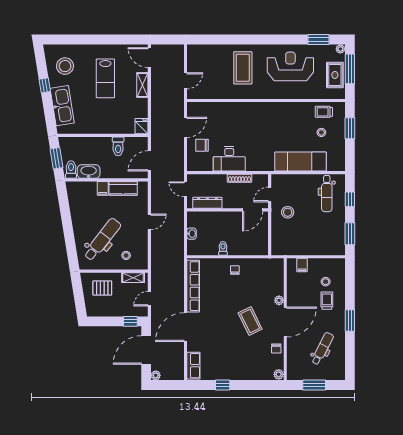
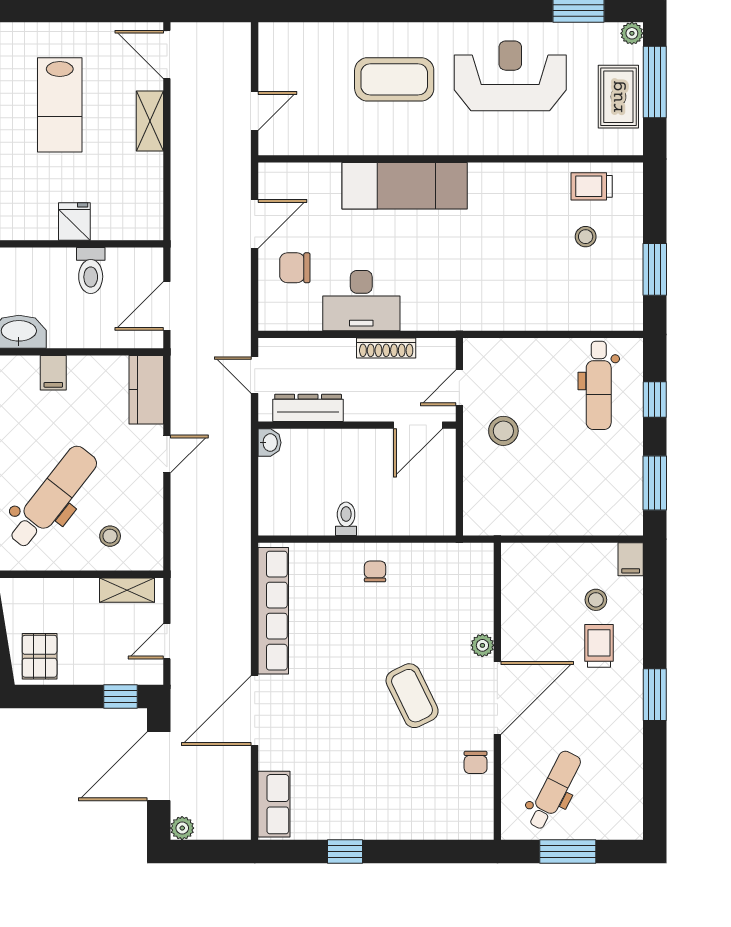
coffee table: (243, 68) -> (394, 79), turned 90
fridge: (141, 126) -> (74, 221), moved
window: (350, 128) -> (655, 269), moved
exam couch: (301, 162) -> (405, 186), moved, turned 180
kitchen counter: (123, 188) -> (146, 390), moved, turned 90
washbasin: (192, 234) -> (270, 443), moved
filing cabinet: (302, 265) -> (631, 559), moved
pallet: (102, 288) -> (40, 656), moved, turned 90
dental chair: (322, 349) -> (554, 790), moved
plant: (279, 374) -> (482, 826), removed

